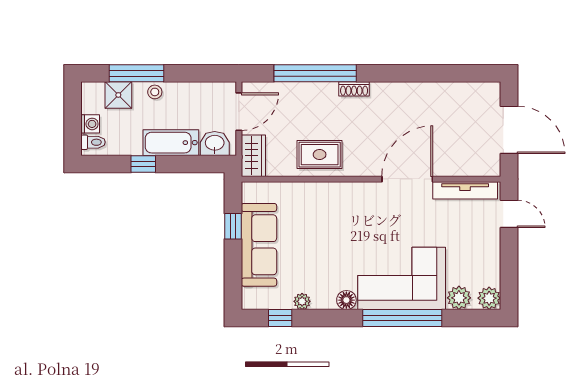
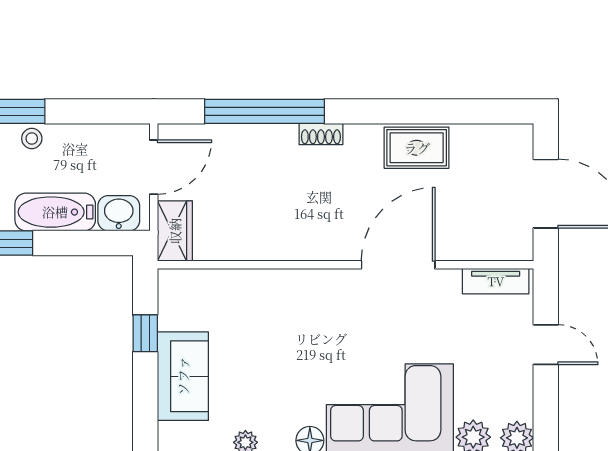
rug: (320, 155) -> (417, 148), moved
tv unit: (465, 190) -> (496, 281), width x0.71
door: (509, 214) -> (546, 345), moved
sofa: (259, 245) -> (183, 376), width x0.73

